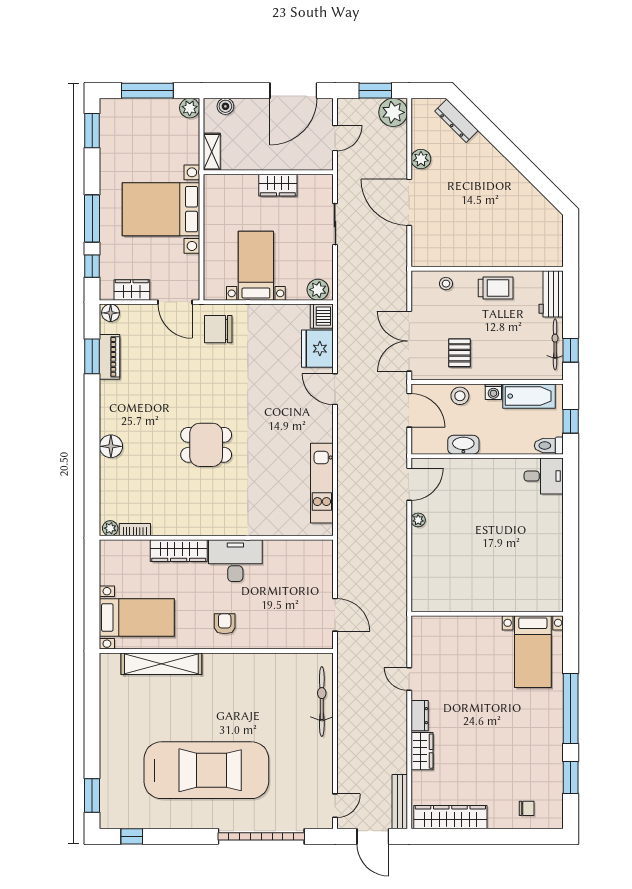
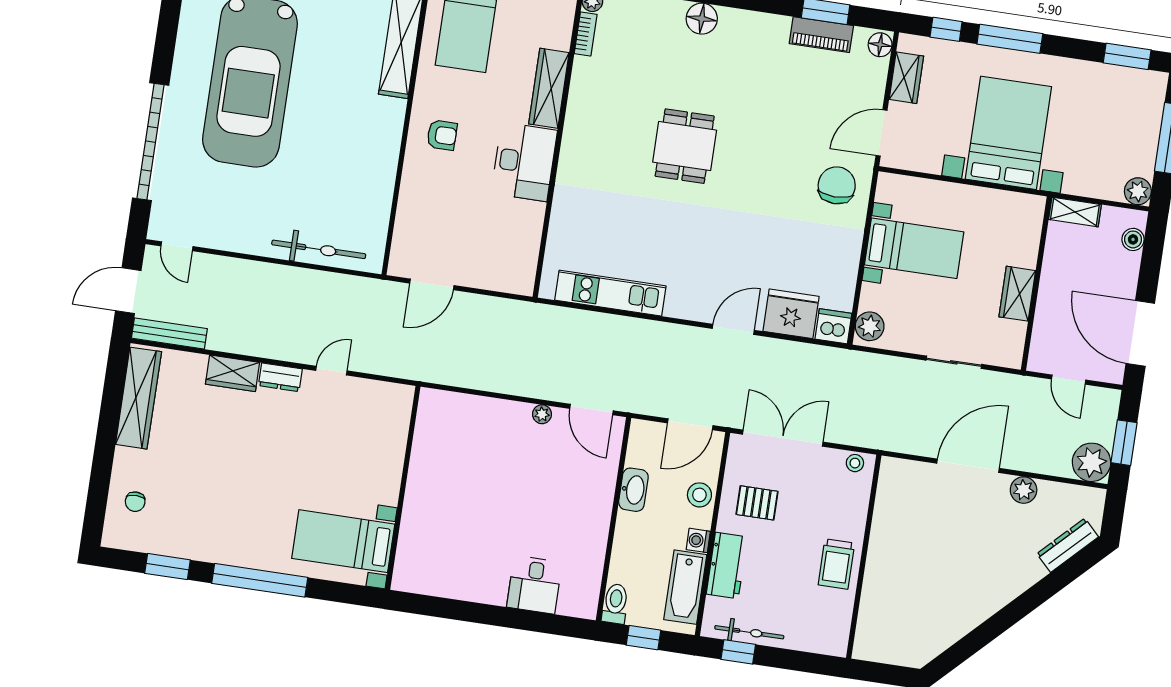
stool: (446, 284) -> (855, 463), moved
workbench: (551, 294) -> (727, 565), moved, turned 90
desk: (544, 476) -> (534, 585), moved

